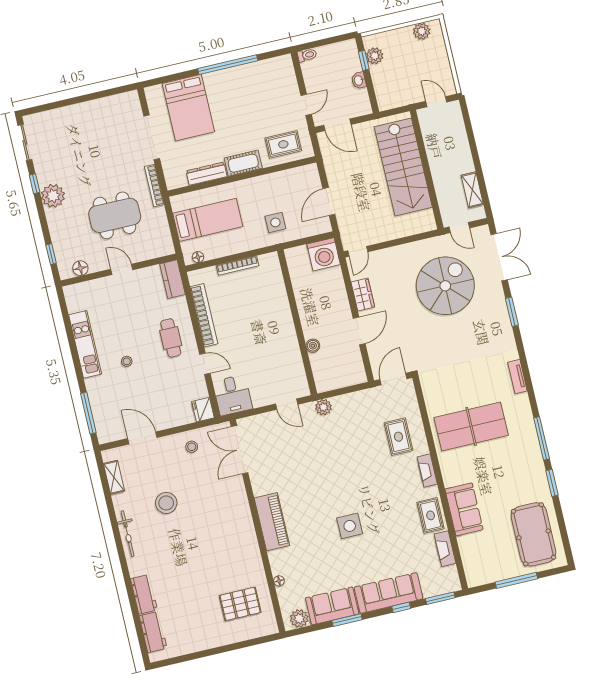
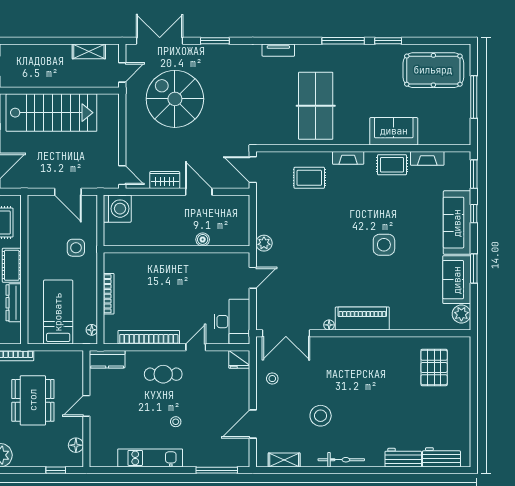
desk: (233, 395) -> (232, 322), width x1.37
floor lamp: (279, 581) -> (329, 325), moved

